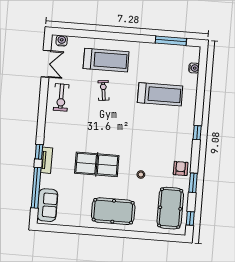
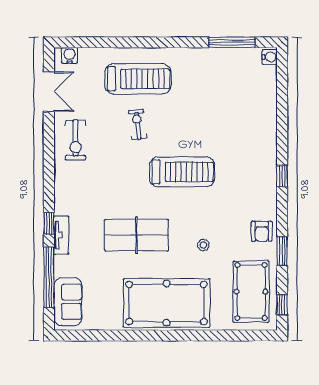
water cooler: (194, 68) -> (270, 57), moved
treadmill: (160, 94) -> (182, 172), moved
armchair: (181, 168) -> (262, 231), turned 180
pool table: (113, 211) -> (167, 303), width x1.36, depth x1.32

